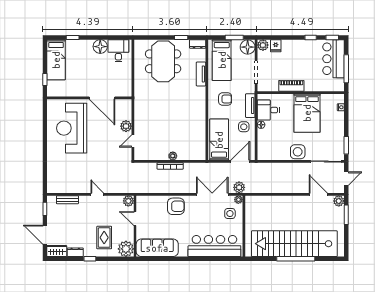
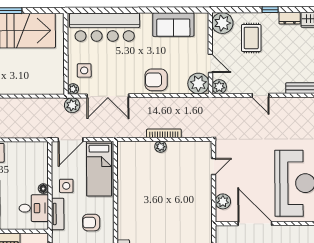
plant: (126, 126) -> (223, 201), moved
plant: (144, 203) -> (198, 83), added
sofa: (157, 248) -> (173, 25), width x0.73

